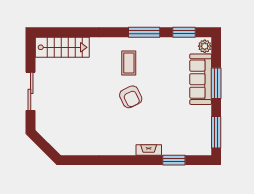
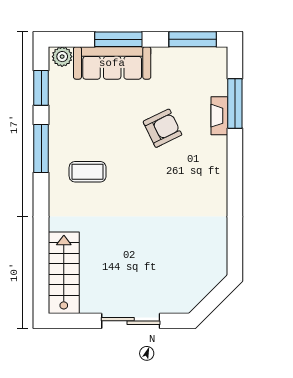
armchair: (131, 97) -> (162, 128), moved
fireplace: (149, 150) -> (219, 116), moved
window: (174, 160) -> (235, 103), width x1.44

